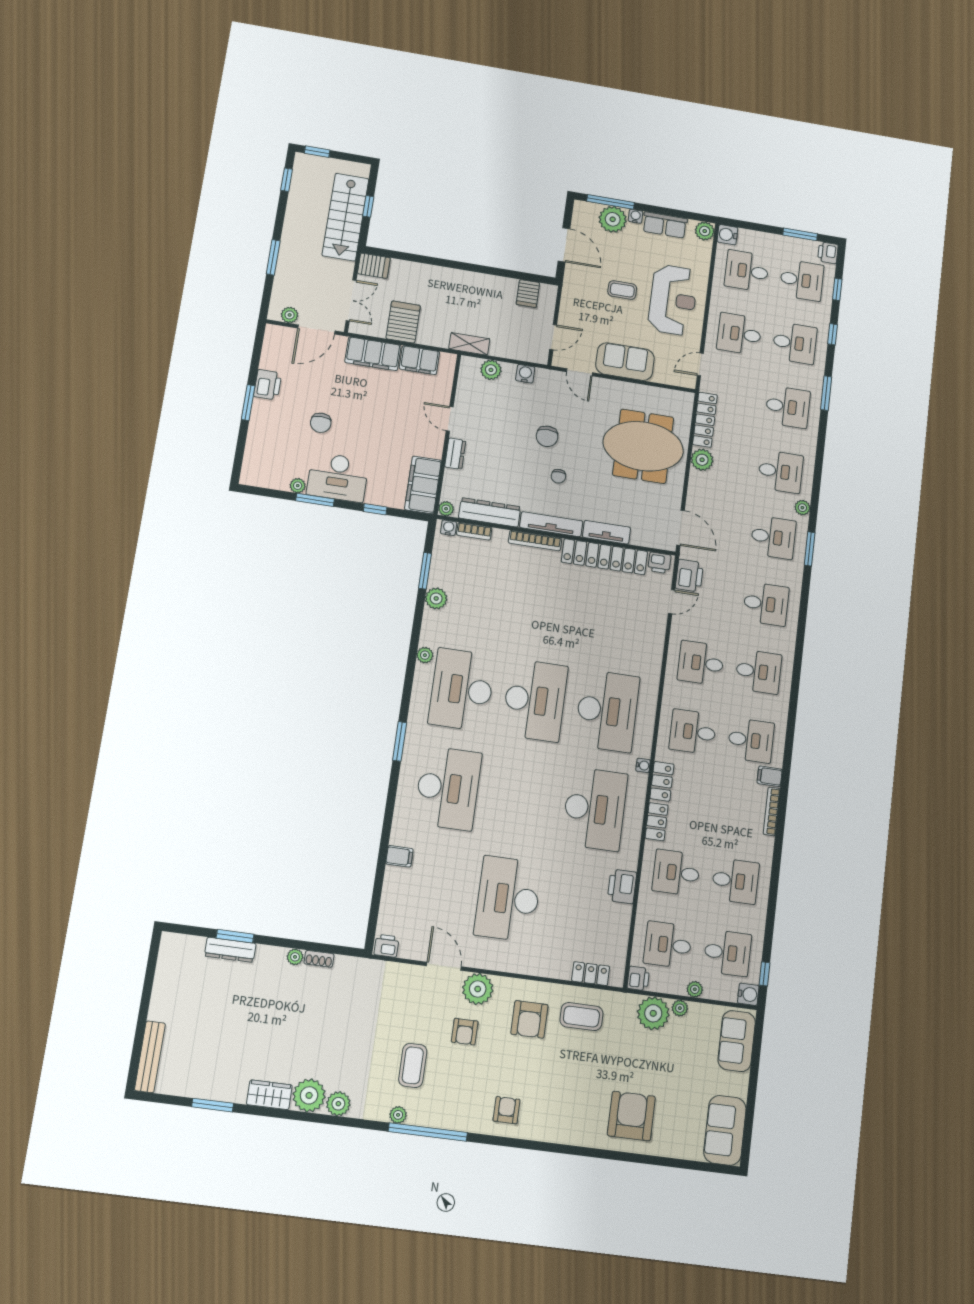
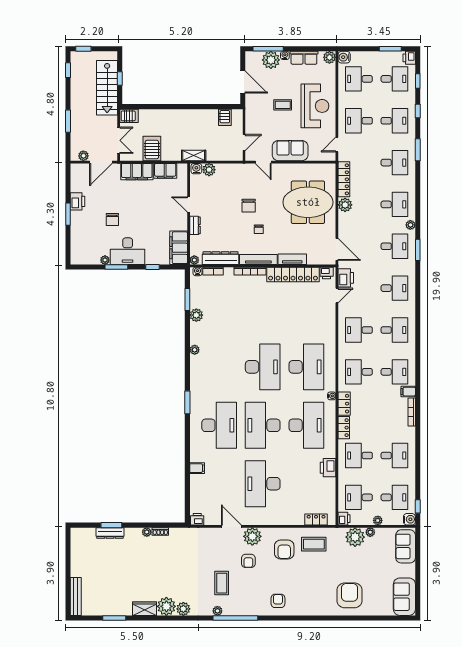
water cooler: (525, 374) -> (196, 169), moved
desk: (462, 690) -> (263, 425), moved

